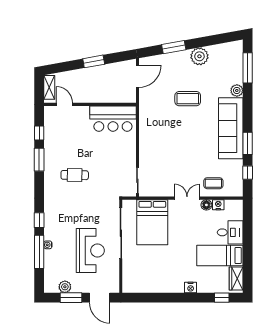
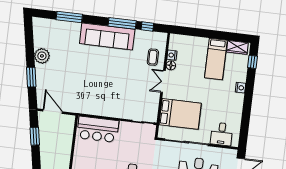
window: (94, 61) -> (35, 136), moved
window: (248, 68) -> (69, 17), moved
plant: (237, 90) -> (75, 27), removed
coffee table: (188, 99) -> (77, 70), removed
bar counter: (113, 119) -> (98, 129), moved, turned 90
window: (248, 143) -> (122, 23), width x1.44
desk: (230, 232) -> (222, 134), moved, turned 180

